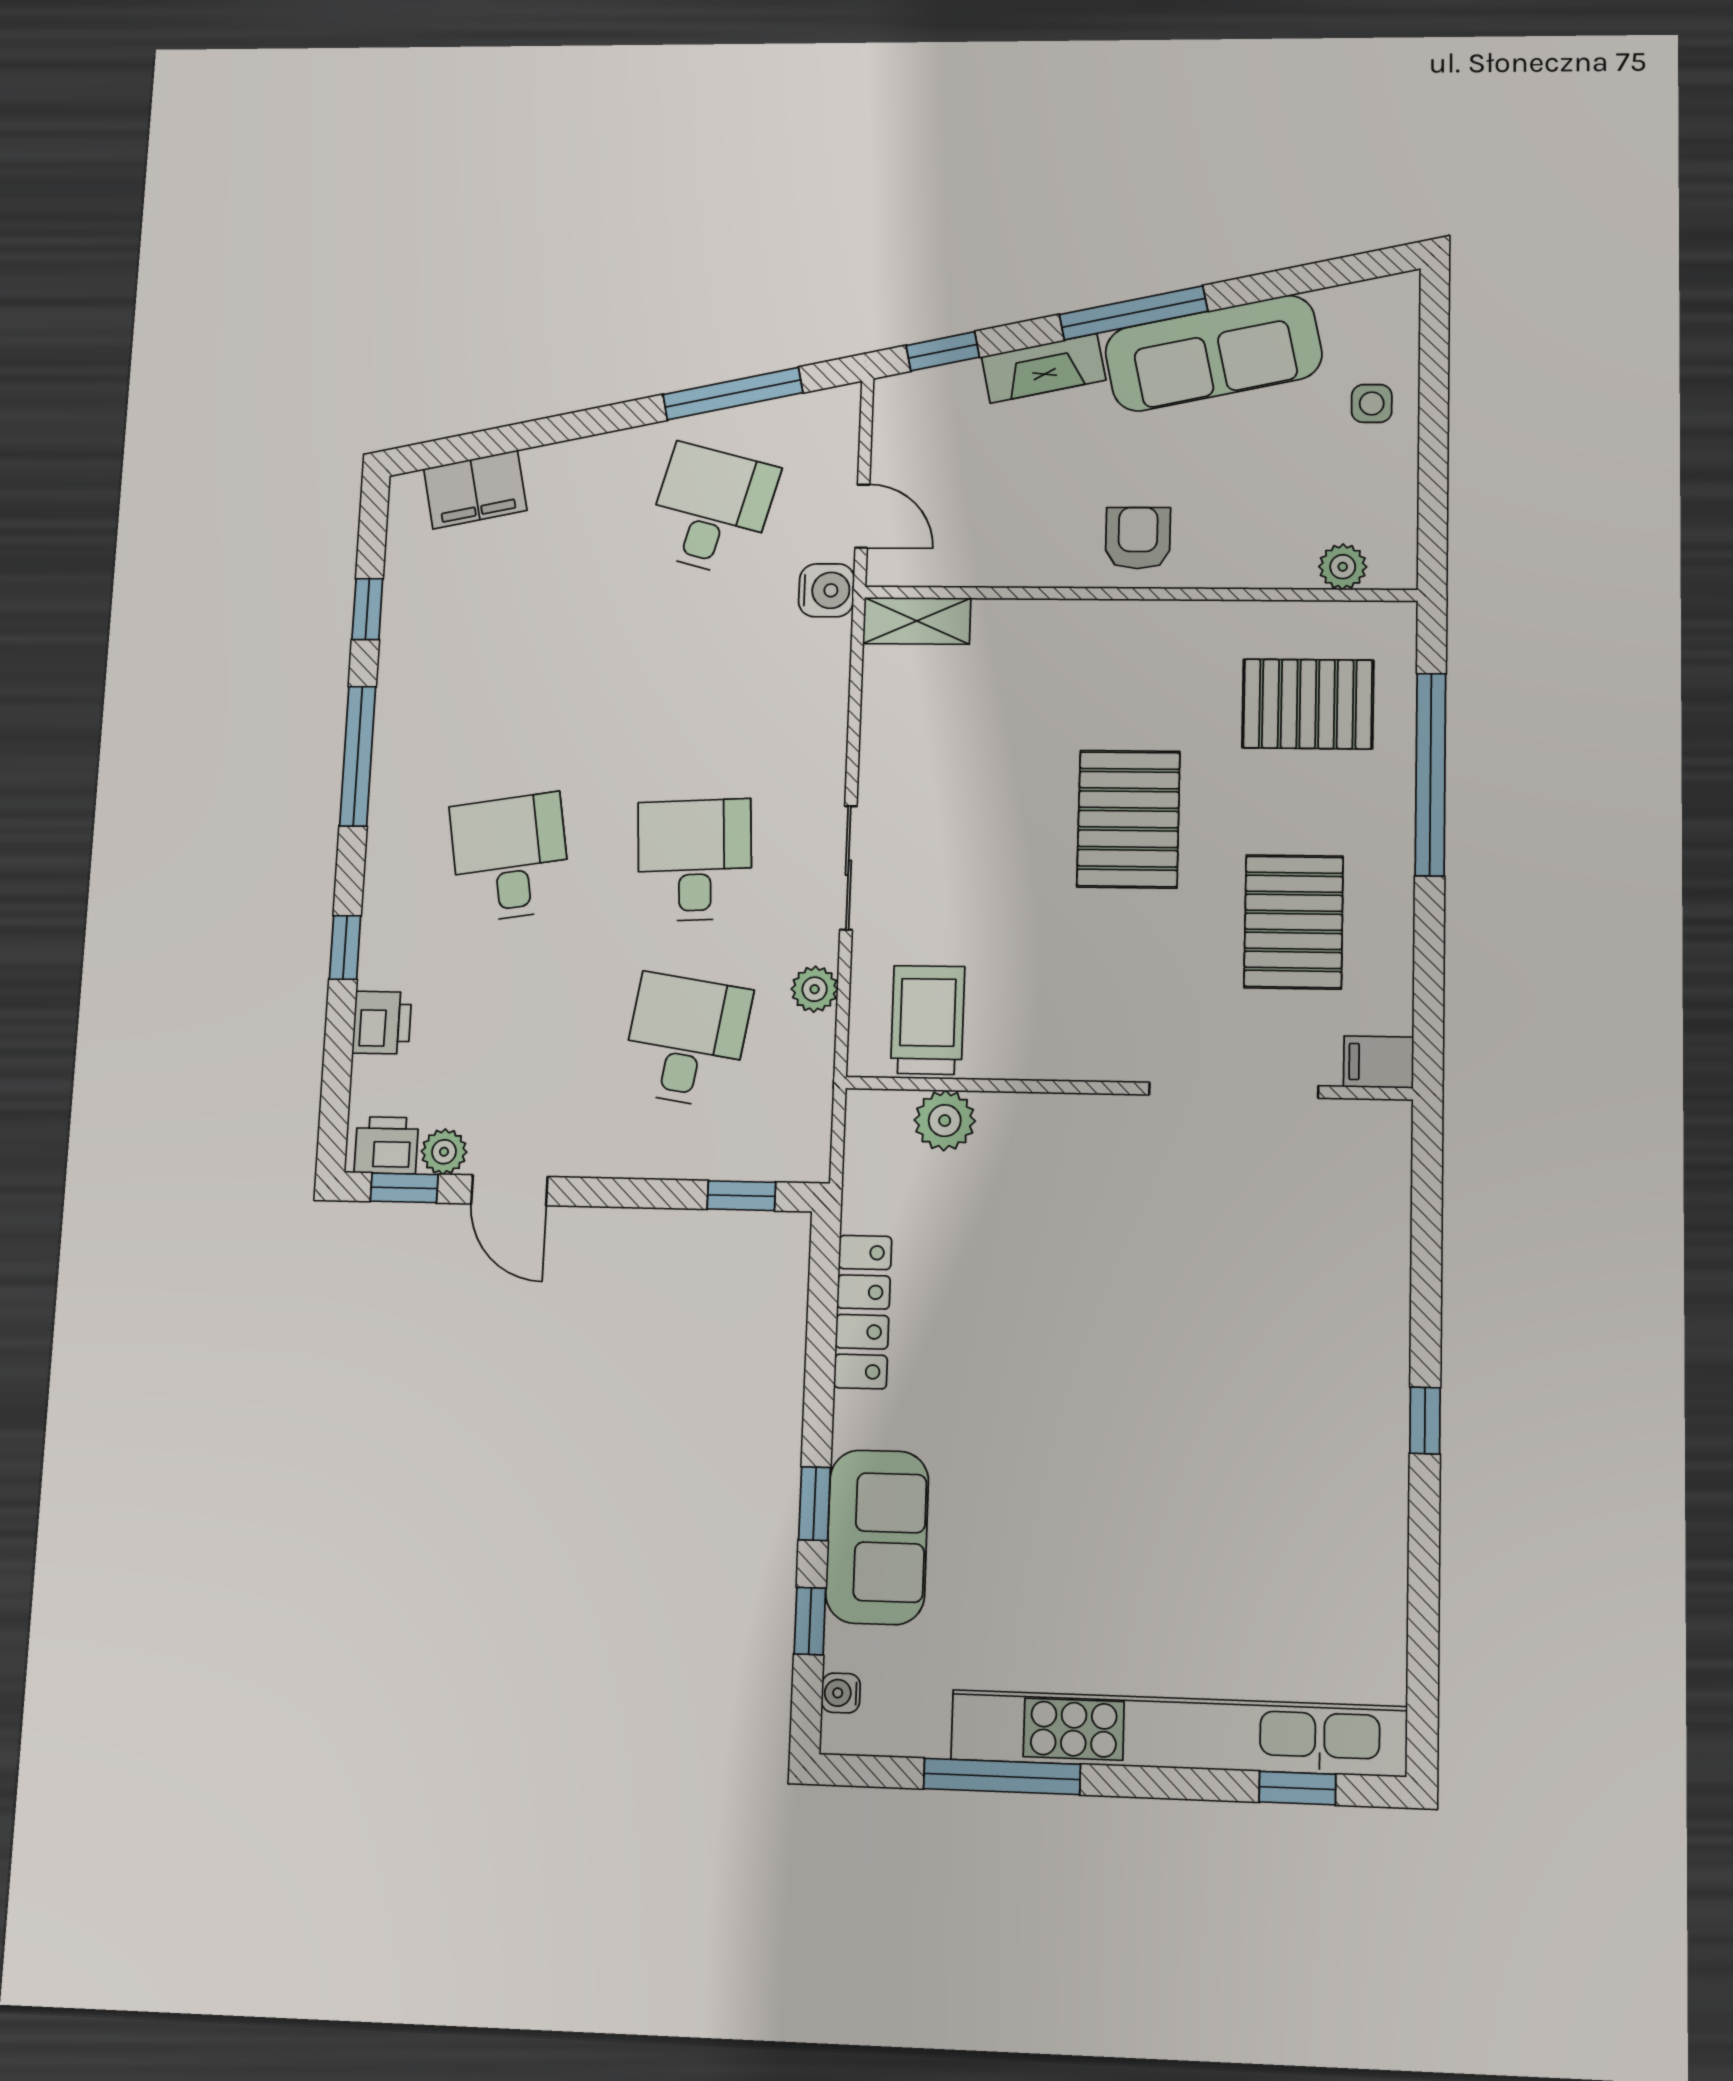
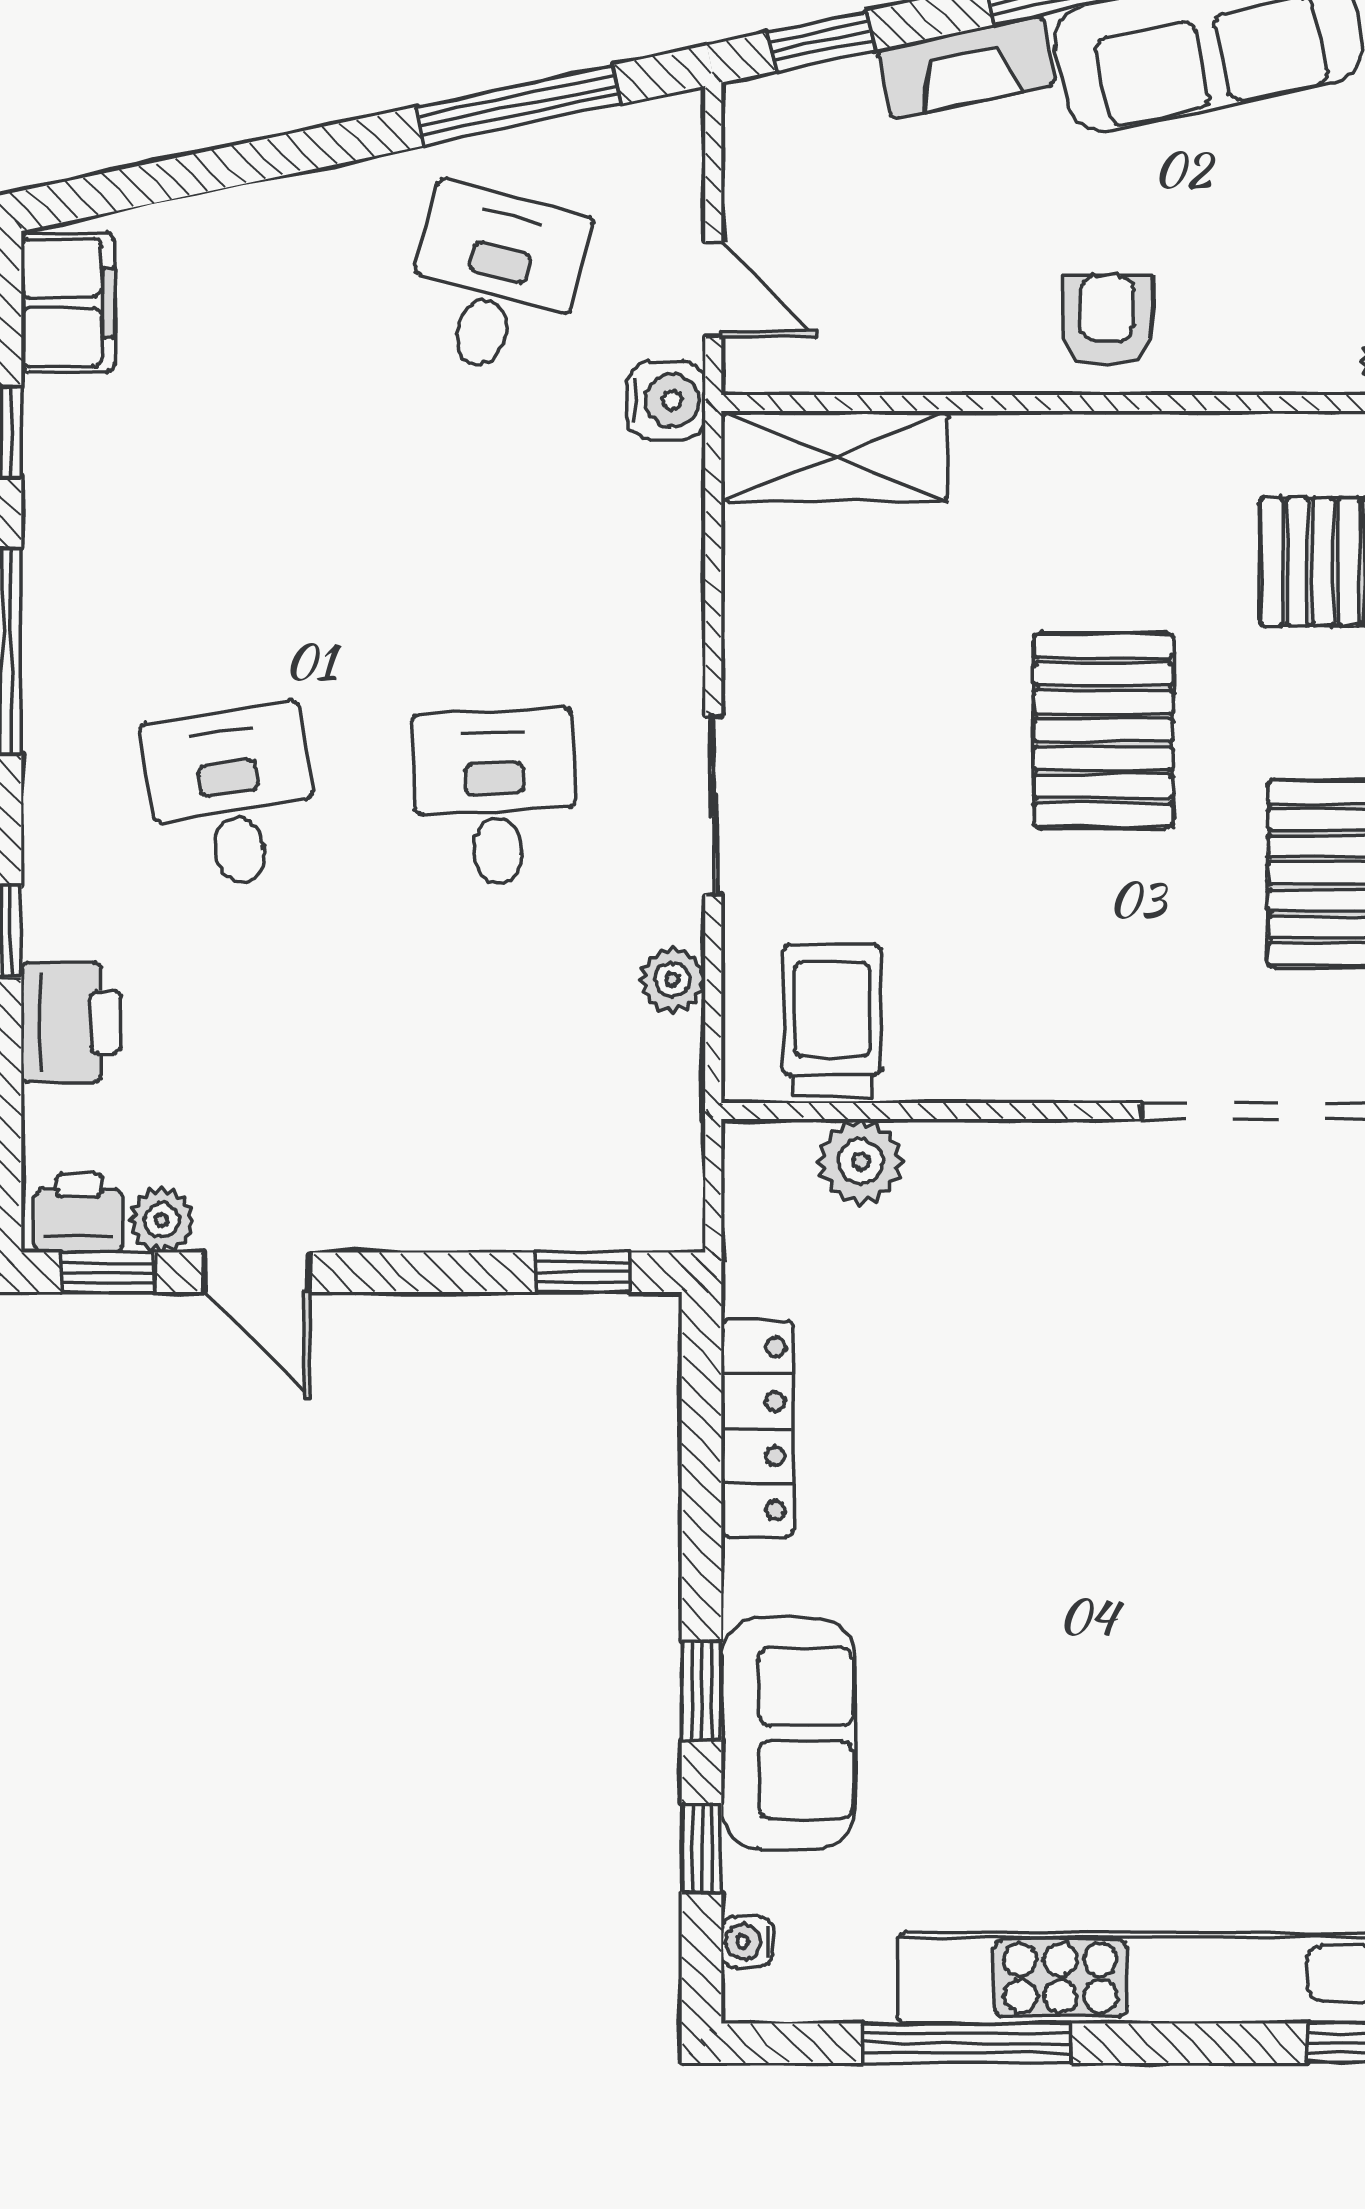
filing cabinet: (475, 490) -> (68, 302), moved, turned -78
shelving: (917, 621) -> (835, 456), width x1.50, depth x1.33
printer: (382, 1023) -> (71, 1022), width x1.36, depth x1.24
desk: (686, 1040) -> (495, 1056), removed

